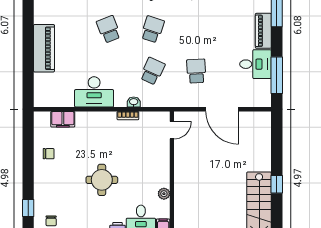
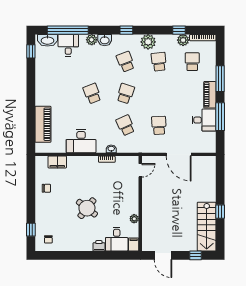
piano: (44, 48) -> (43, 124), moved
school desk: (152, 71) -> (125, 125), turned -48
window: (277, 75) -> (220, 117), moved
round table: (102, 180) -> (87, 208), turned 38

